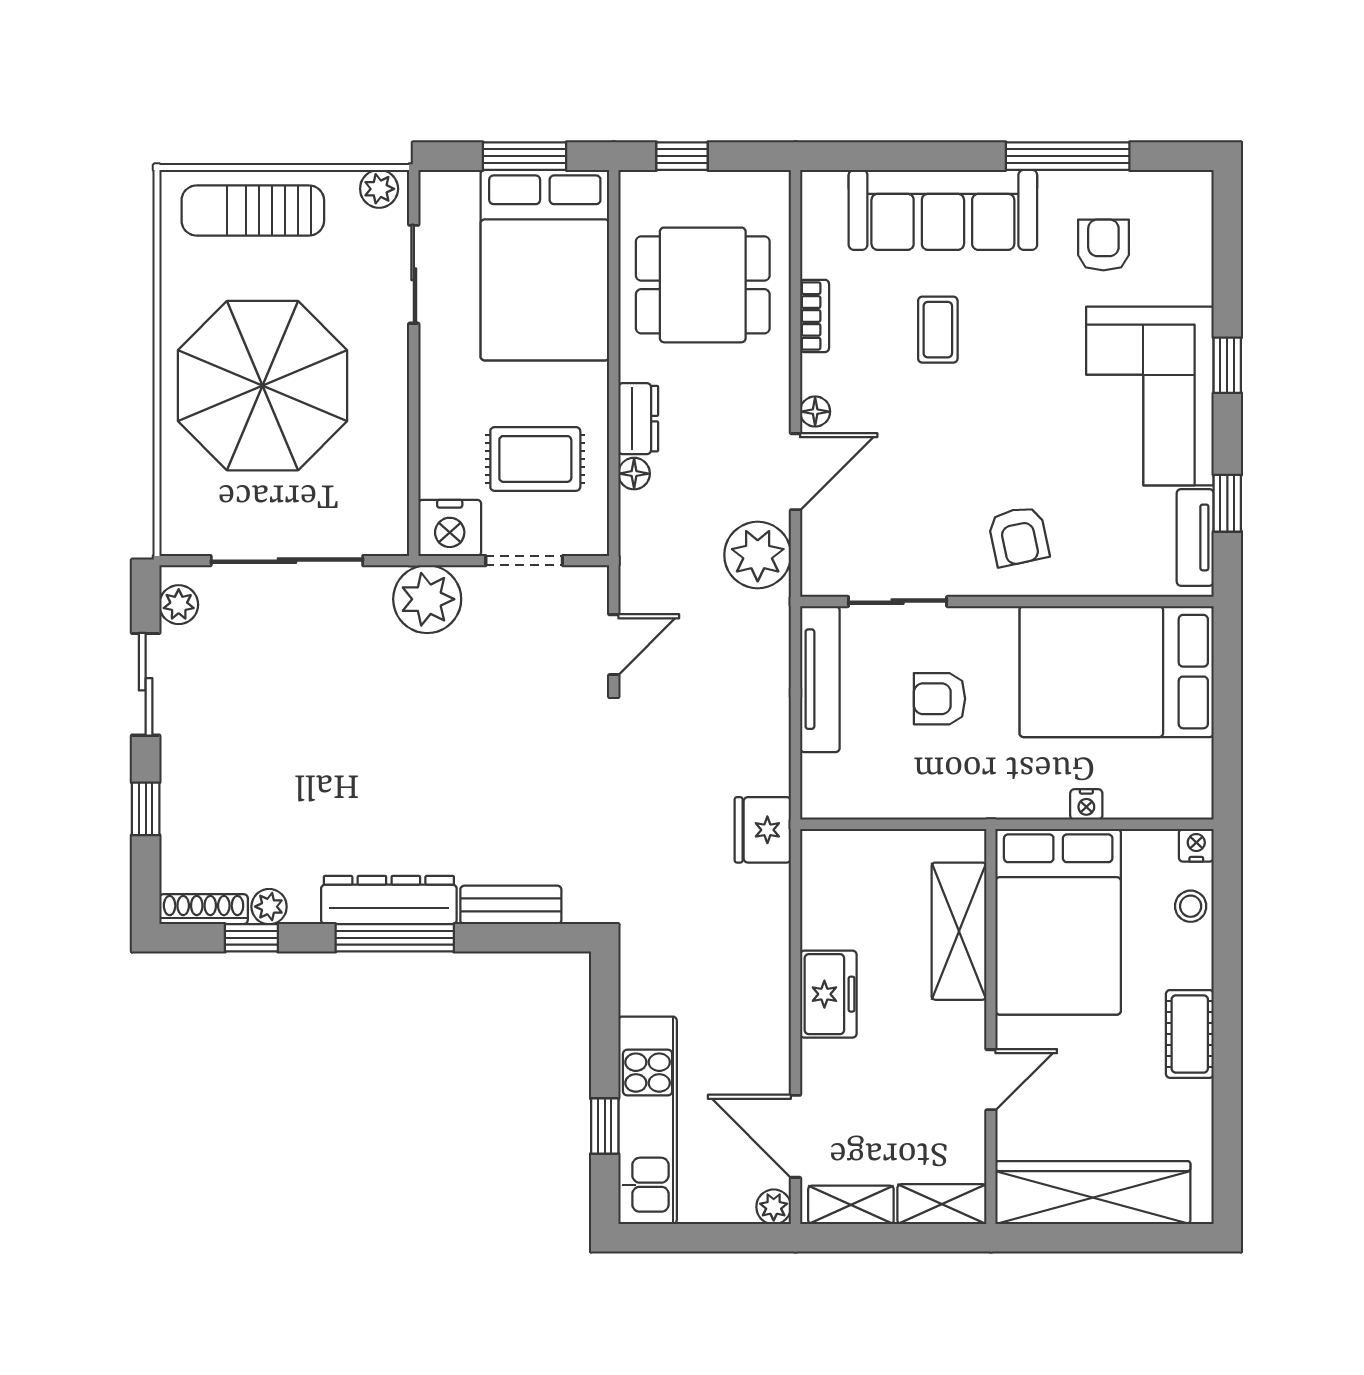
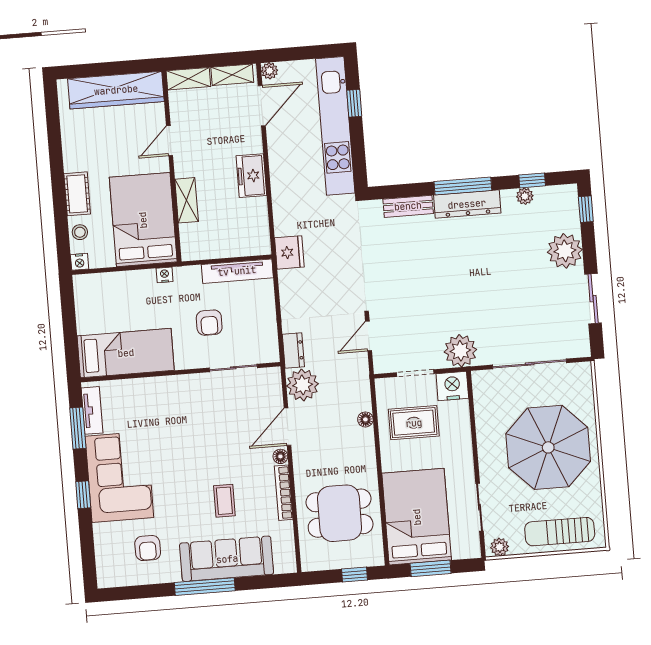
window: (1068, 156) -> (205, 587), moved
sun lounger: (253, 211) -> (560, 532), turned 180
bookcase: (815, 316) -> (284, 493), width x1.56
dresser: (638, 419) -> (293, 350), moved, turned 180
window: (1227, 503) -> (78, 428), width x1.50
armchair: (1018, 536) -> (177, 404), removed
plant: (179, 605) -> (565, 251), moved, width x1.87, depth x1.87
bed: (1117, 672) -> (126, 353), width x0.67
tv unit: (820, 679) -> (237, 271), moved, turned -90
armchair: (939, 699) -> (209, 323), turned 90
nightstand: (1086, 804) -> (165, 275), moved
window: (146, 809) -> (586, 209), moved
shoe rack: (204, 909) -> (556, 192), removed
shelving: (959, 931) -> (187, 200), width x0.67, depth x0.75
cot: (1190, 1034) -> (77, 194), moved
kitchen unit: (648, 1120) -> (335, 126), width x1.36
door: (796, 1136) -> (262, 106), hinge flipped

